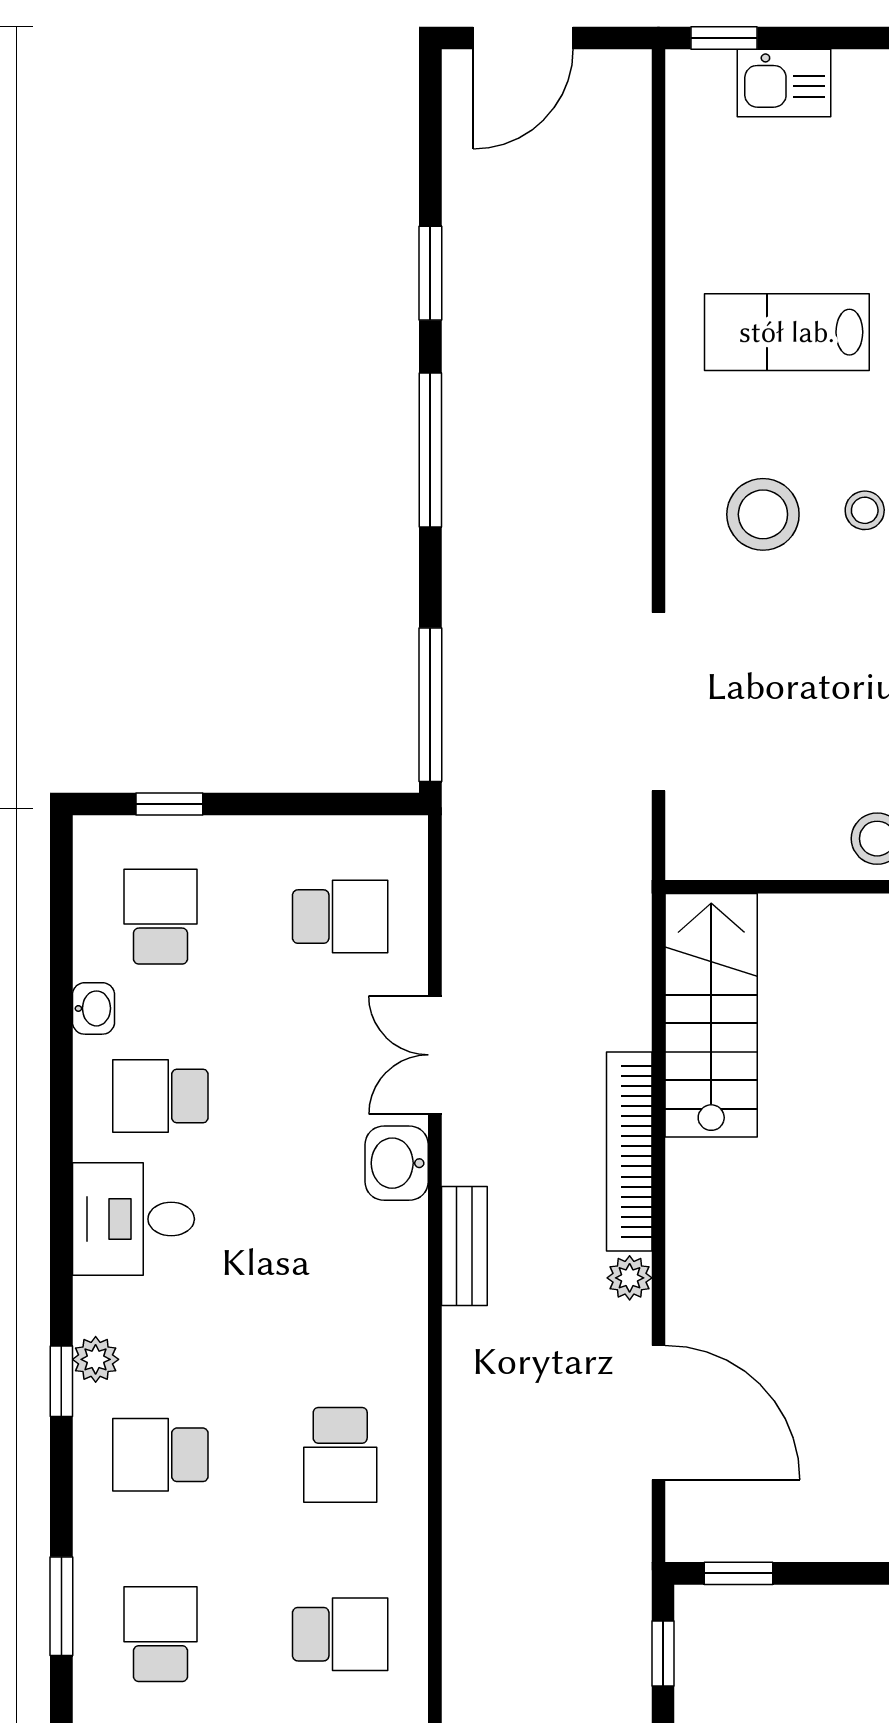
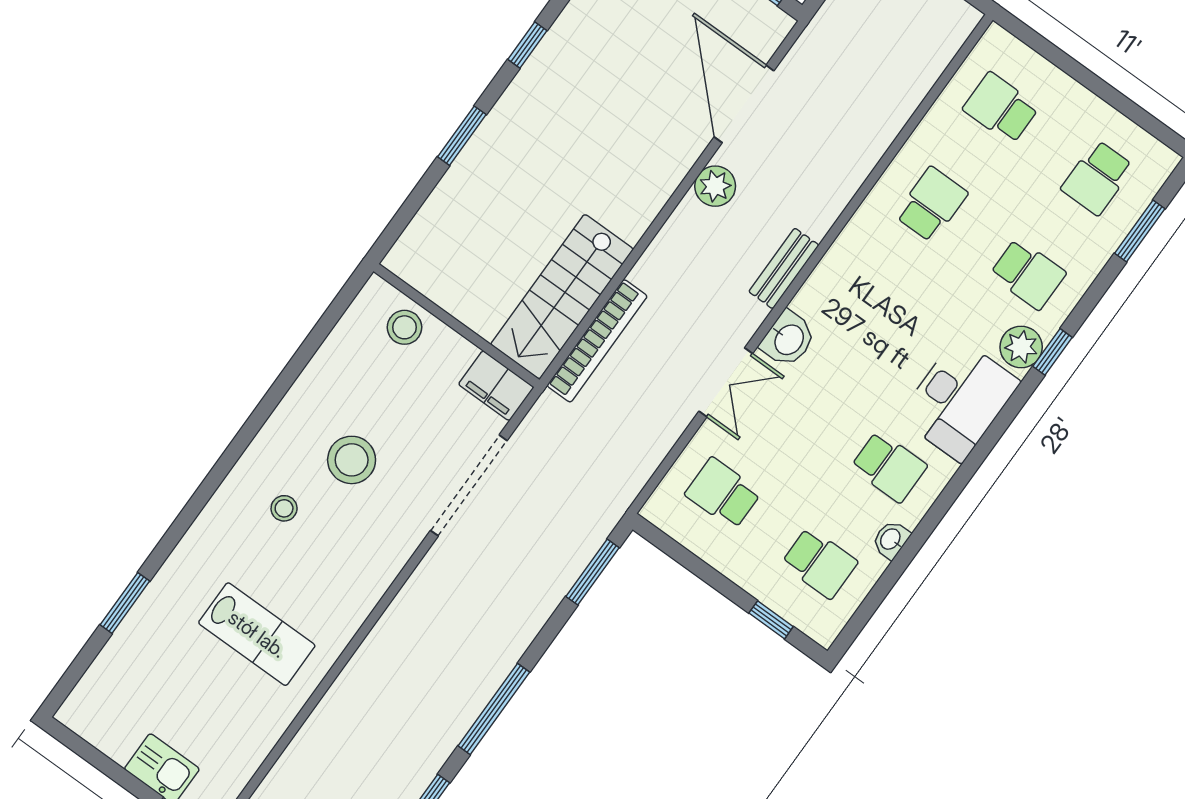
stool: (763, 514) -> (352, 460), moved
window: (430, 705) -> (593, 572), width x0.69
filing cabinet: (713, 848) -> (496, 386), added
school desk: (160, 917) -> (819, 563), turned -90
bookcase: (629, 1151) -> (597, 341), moved
desk: (133, 1219) -> (959, 400), width x1.37
plant: (630, 1278) -> (715, 186), width x1.38, depth x1.38
plant: (96, 1359) -> (1021, 347), width x1.38, depth x1.38

